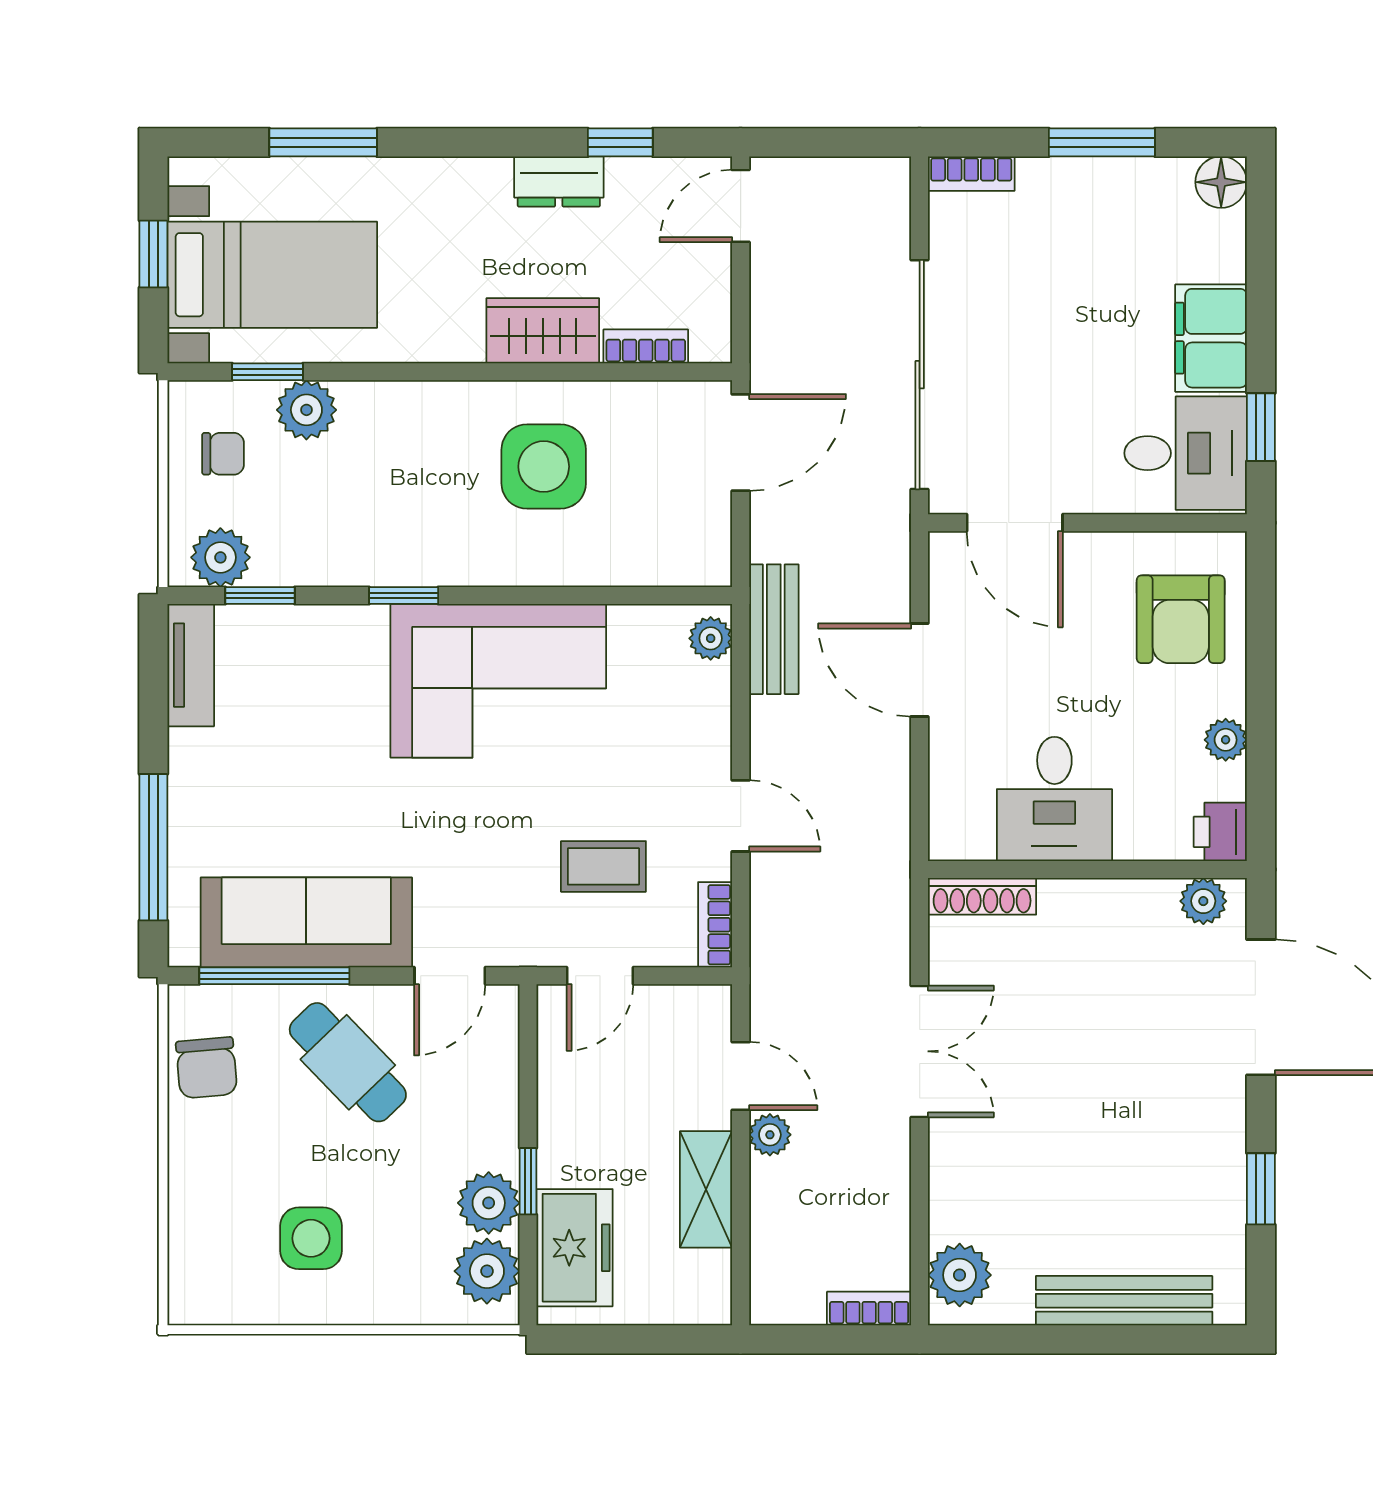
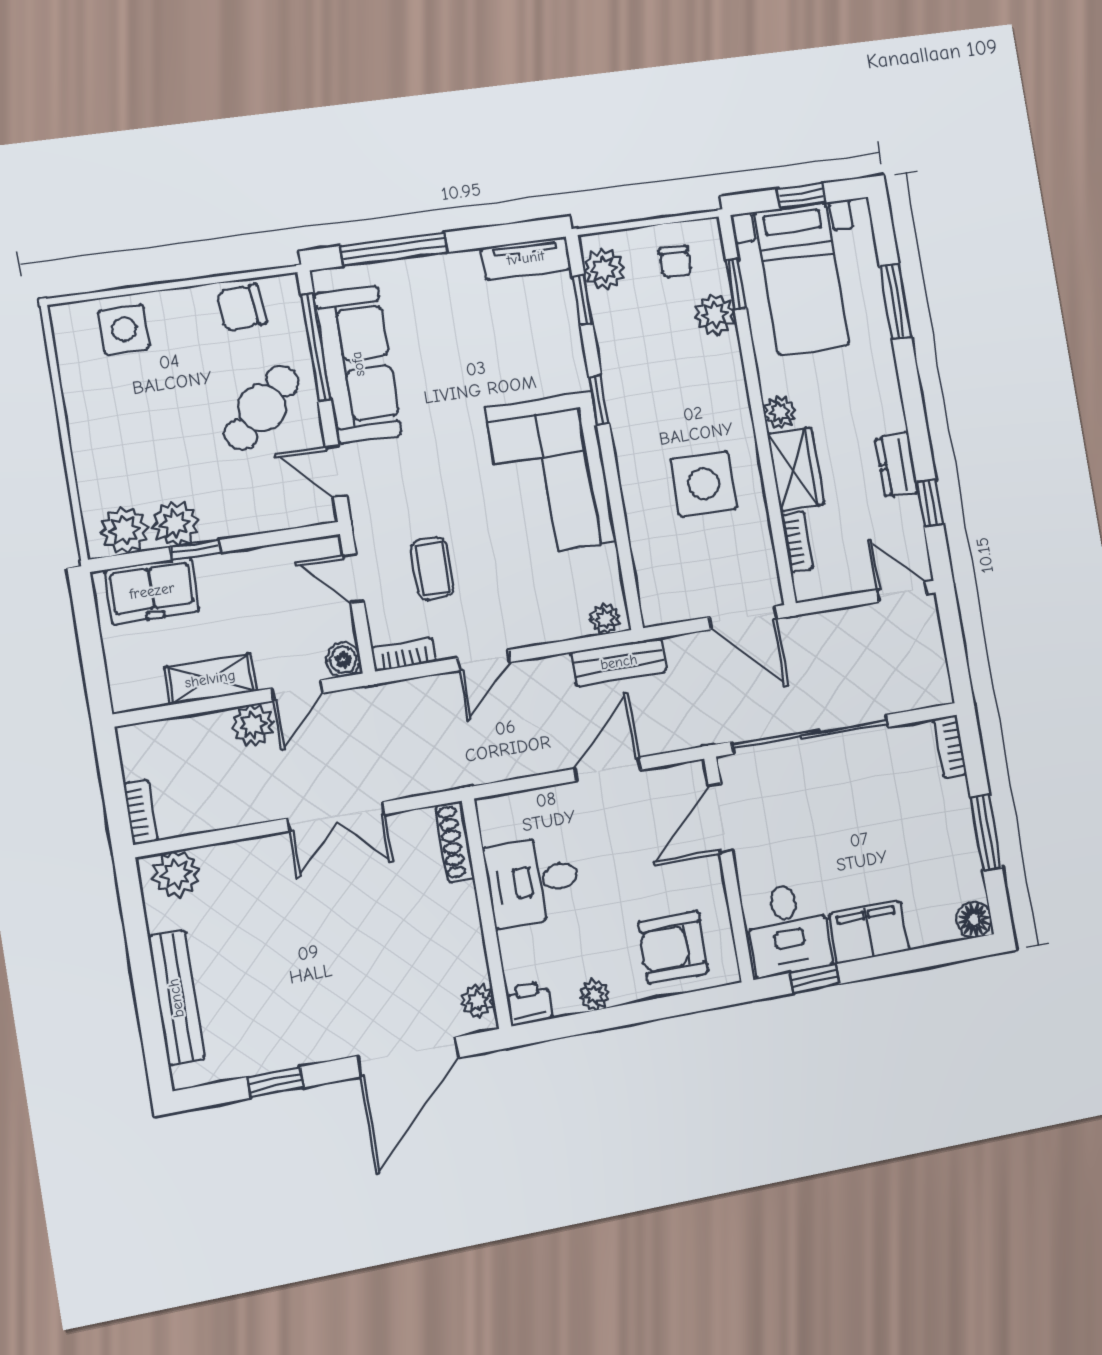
plant: (458, 340) -> (780, 412), added
boiler: (709, 1007) -> (343, 660), added
plant: (770, 1135) -> (253, 725), width x1.38, depth x1.38
side table: (311, 1238) -> (124, 330), moved

